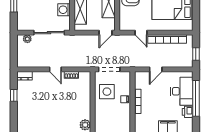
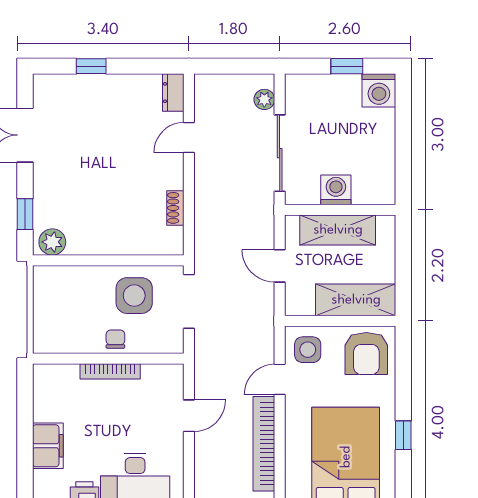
side table: (129, 21) -> (308, 350), added
door: (106, 33) -> (280, 266), moved
door: (55, 69) -> (189, 137), moved
door: (156, 69) -> (189, 416), swing flipped
window: (14, 95) -> (91, 66), moved

